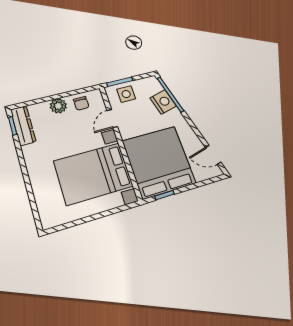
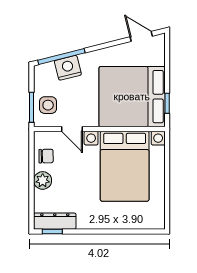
door: (213, 155) -> (141, 36), swing flipped

